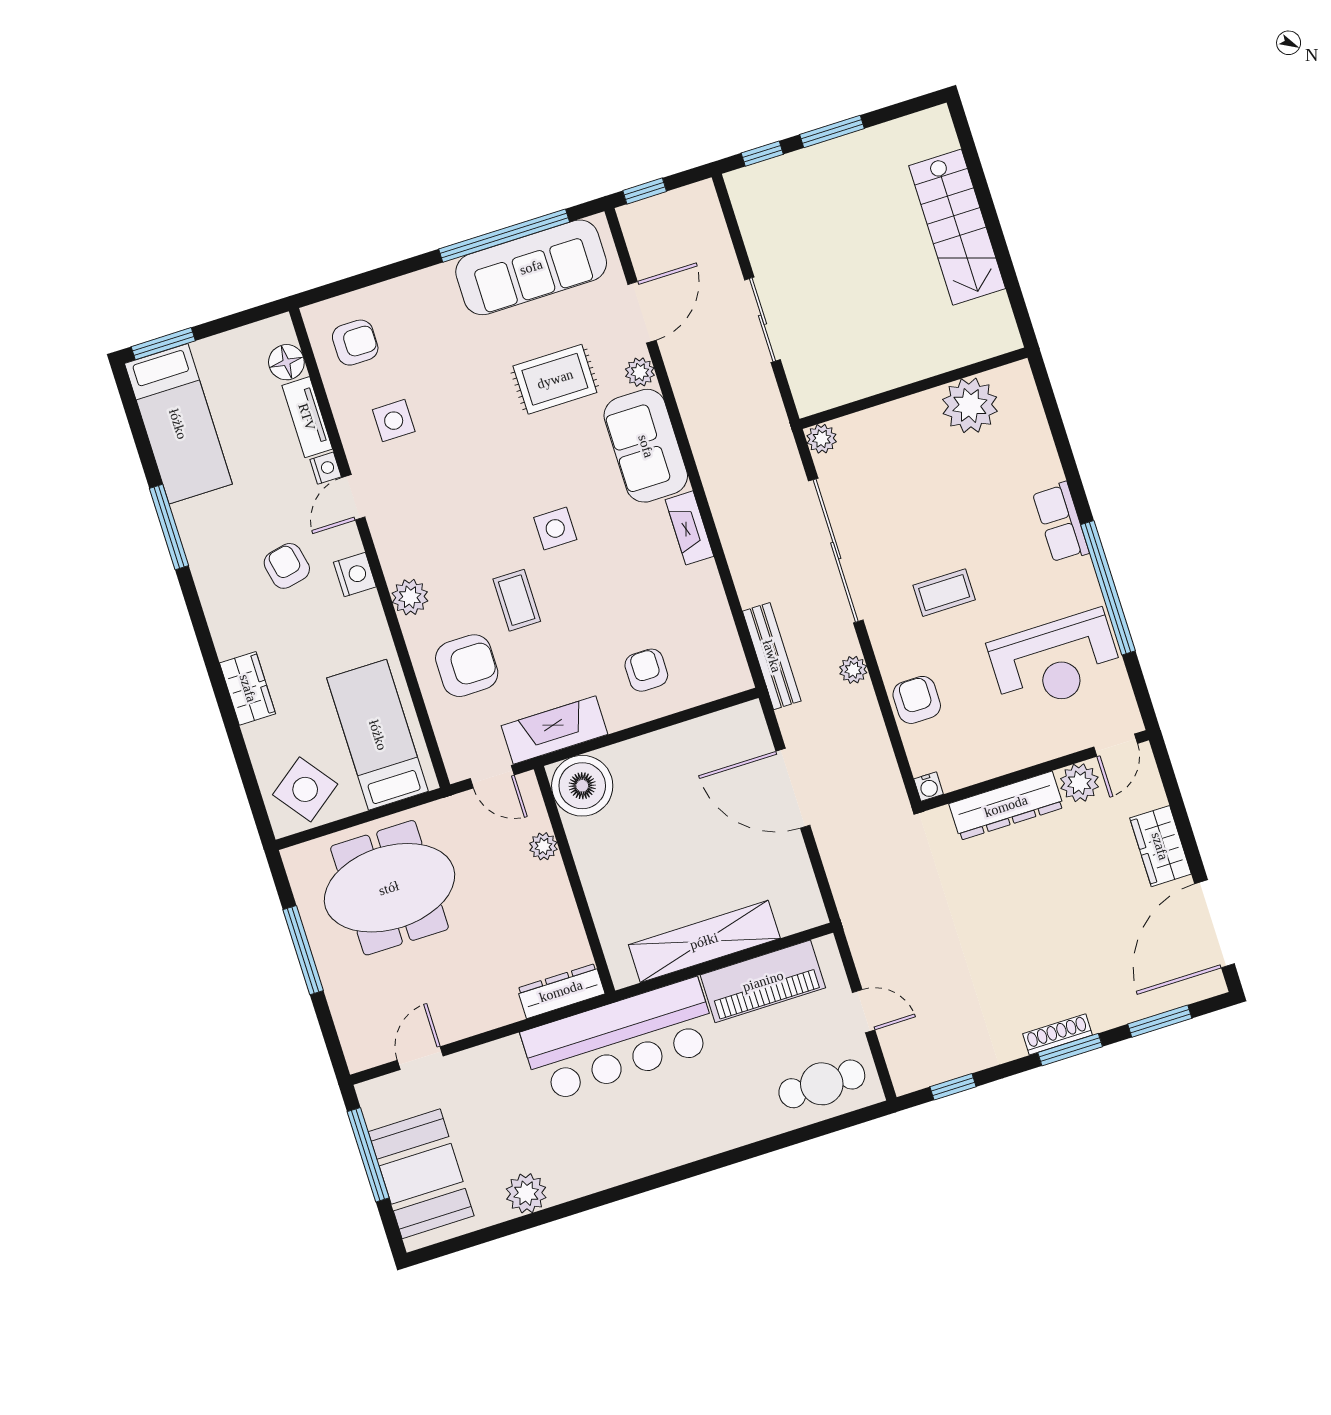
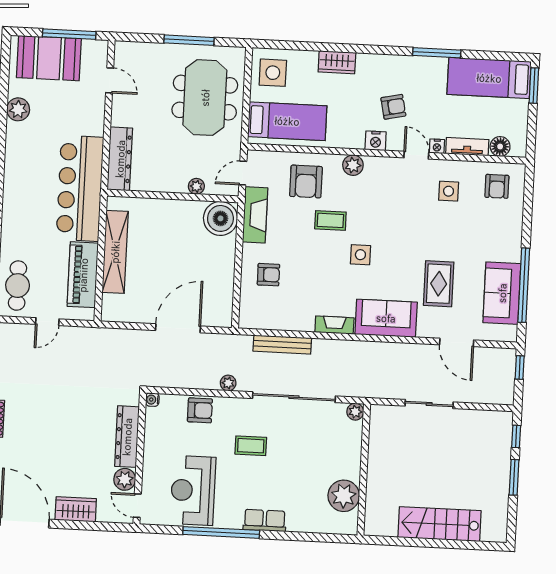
sofa: (531, 267) -> (502, 293), width x0.73
plant: (640, 372) -> (426, 330), removed
coffee table: (944, 593) -> (251, 446), turned 90
bench: (772, 656) -> (282, 345), moved
side table: (305, 789) -> (273, 73), turned 37
dresser: (561, 991) -> (120, 159), width x1.37, depth x1.24

